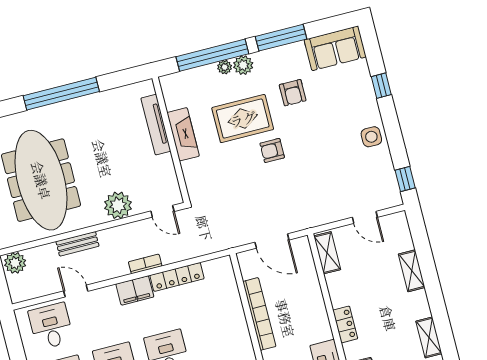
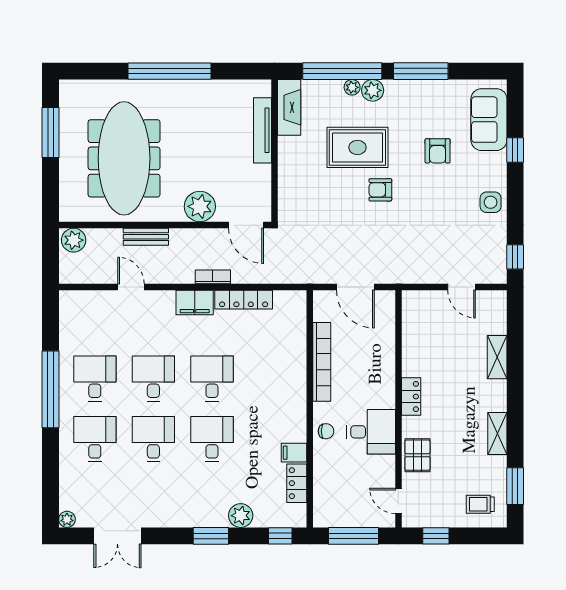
sofa: (335, 48) -> (489, 120), moved, turned 90
armchair: (293, 93) -> (438, 151), moved
fireplace: (183, 134) -> (289, 107), moved
door: (162, 211) -> (246, 225), width x1.37
shelving: (327, 253) -> (411, 315), removed
desk: (51, 326) -> (95, 318), removed

